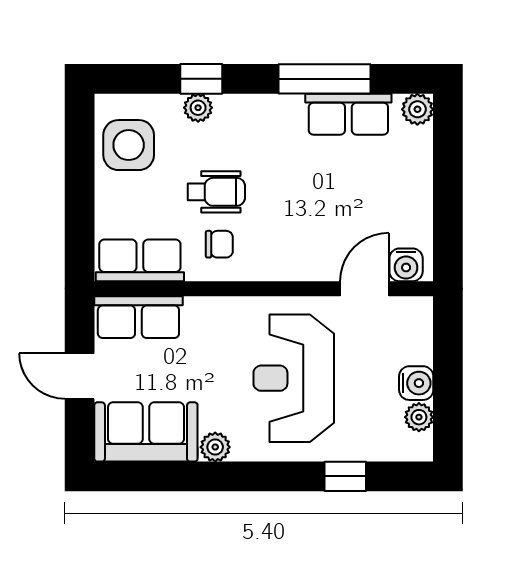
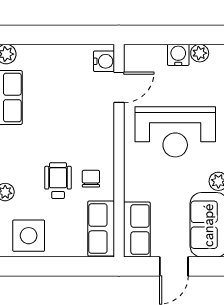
door: (365, 289) -> (119, 87), swing flipped

